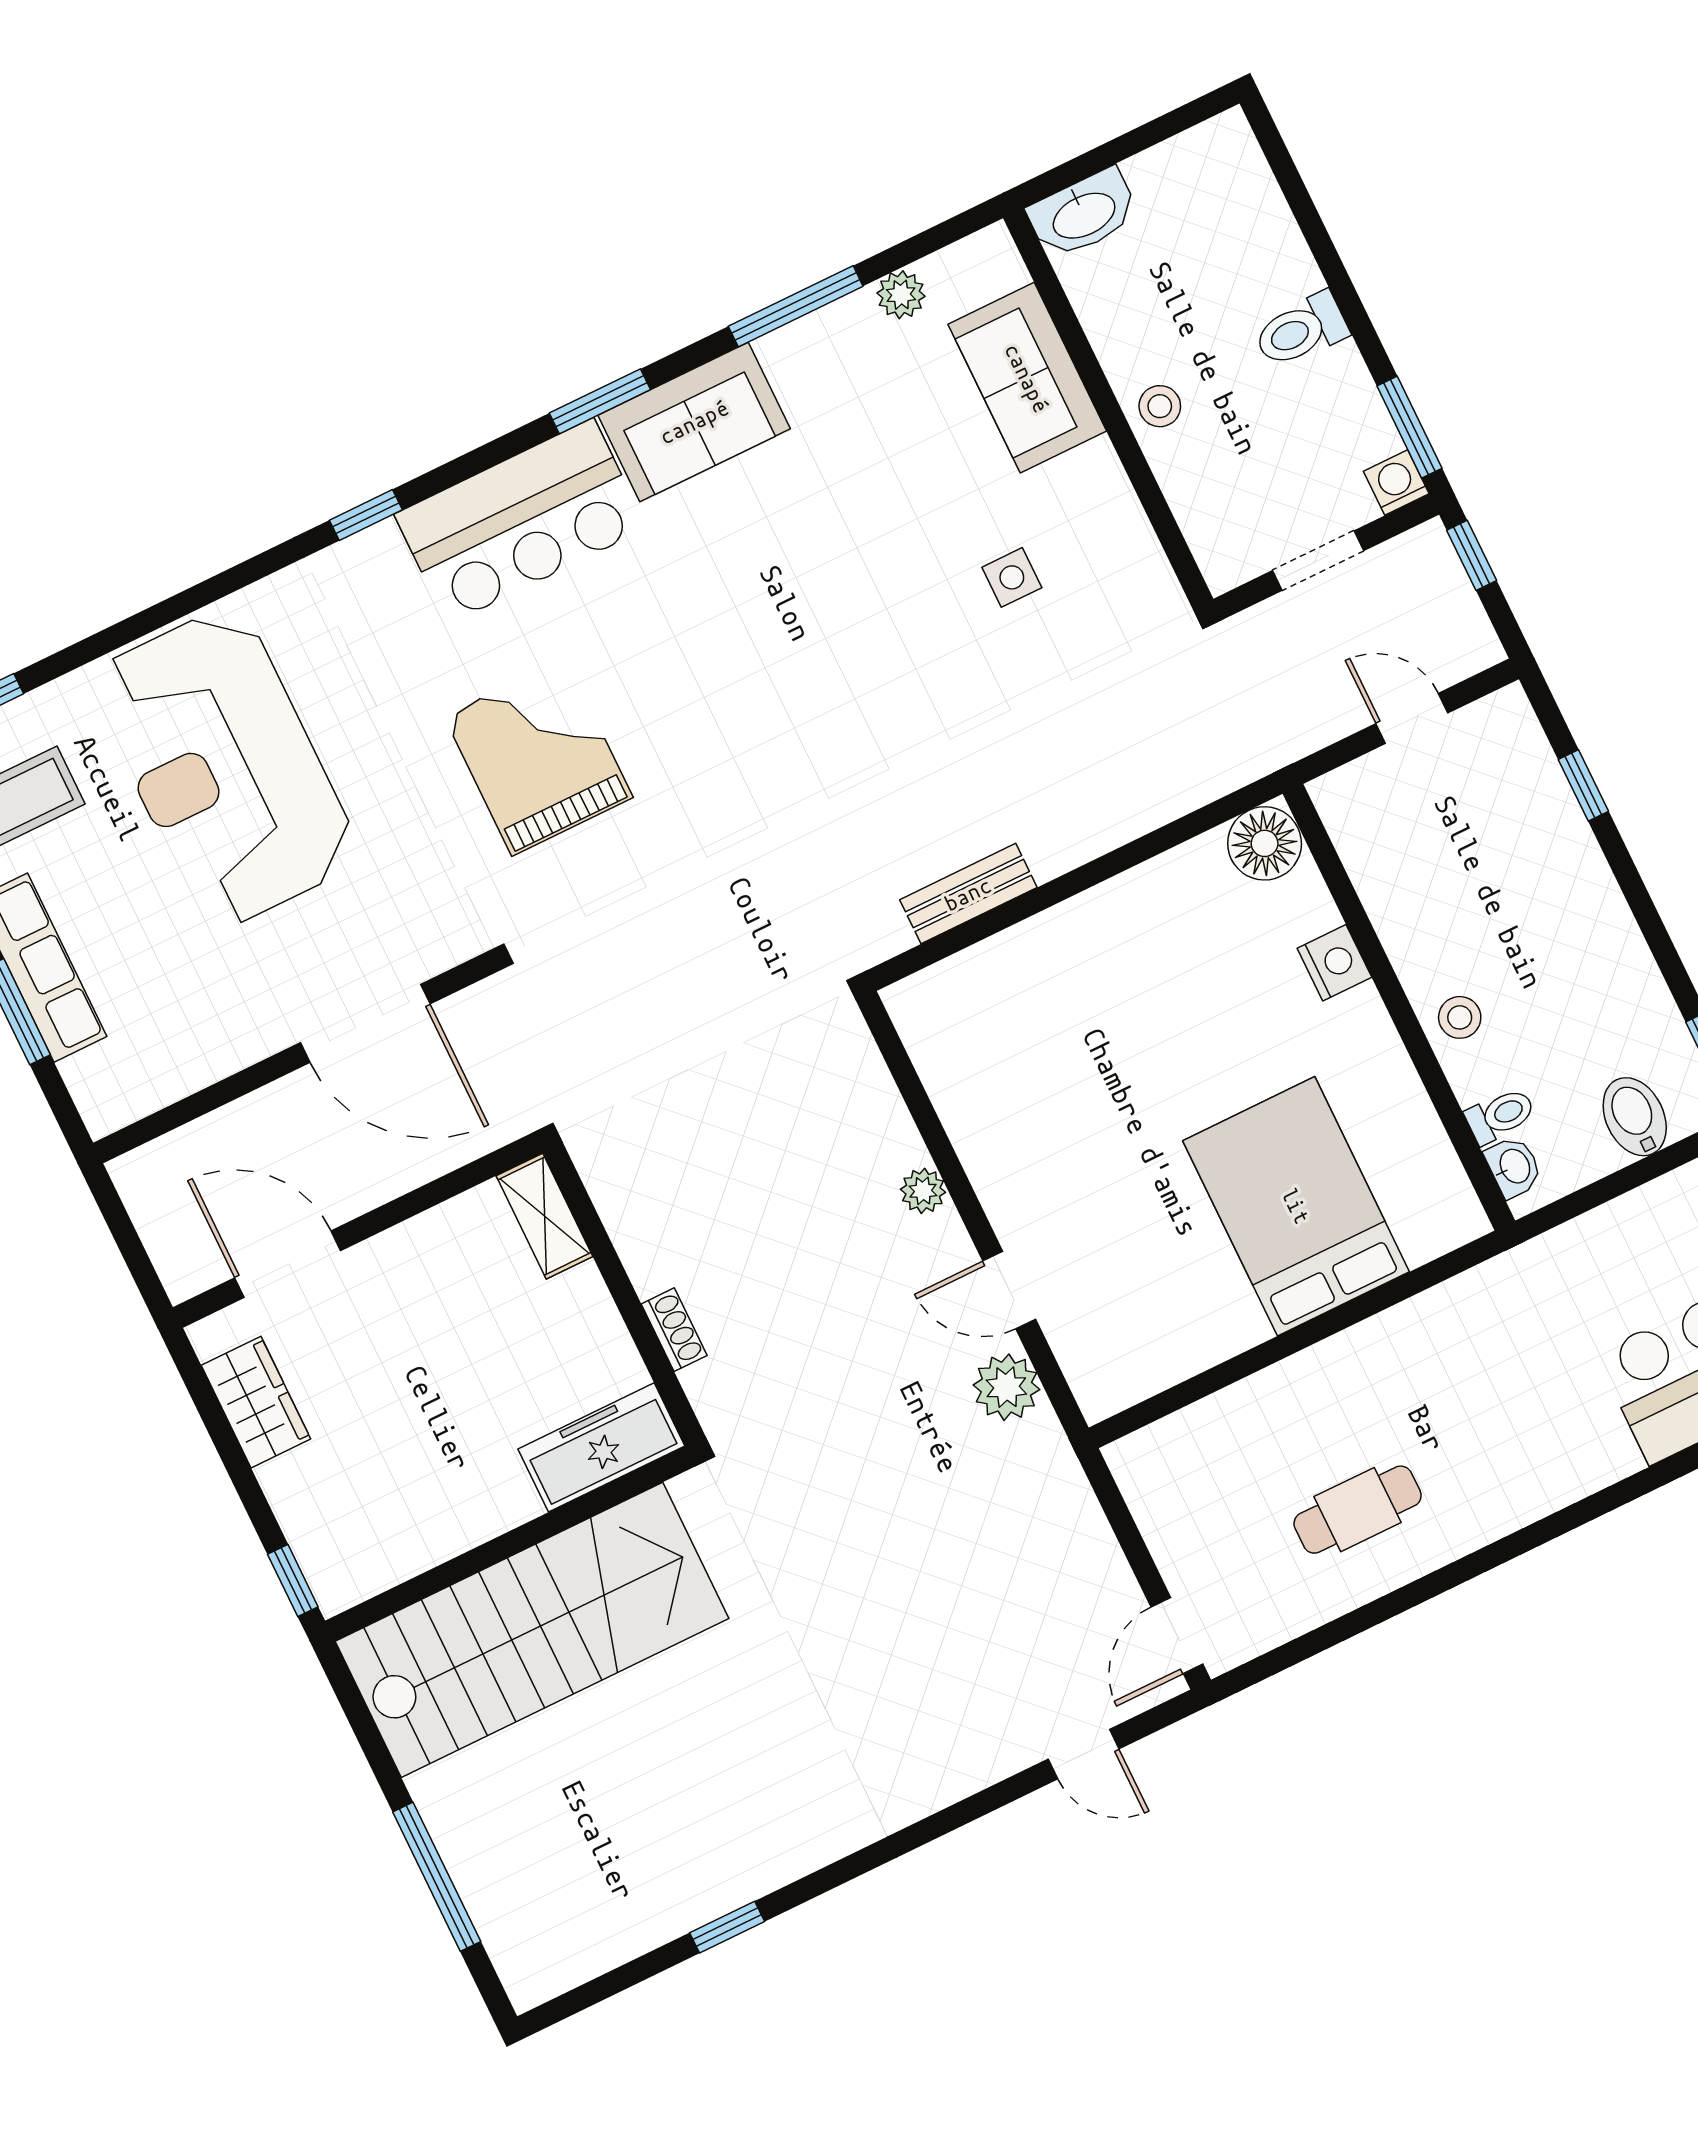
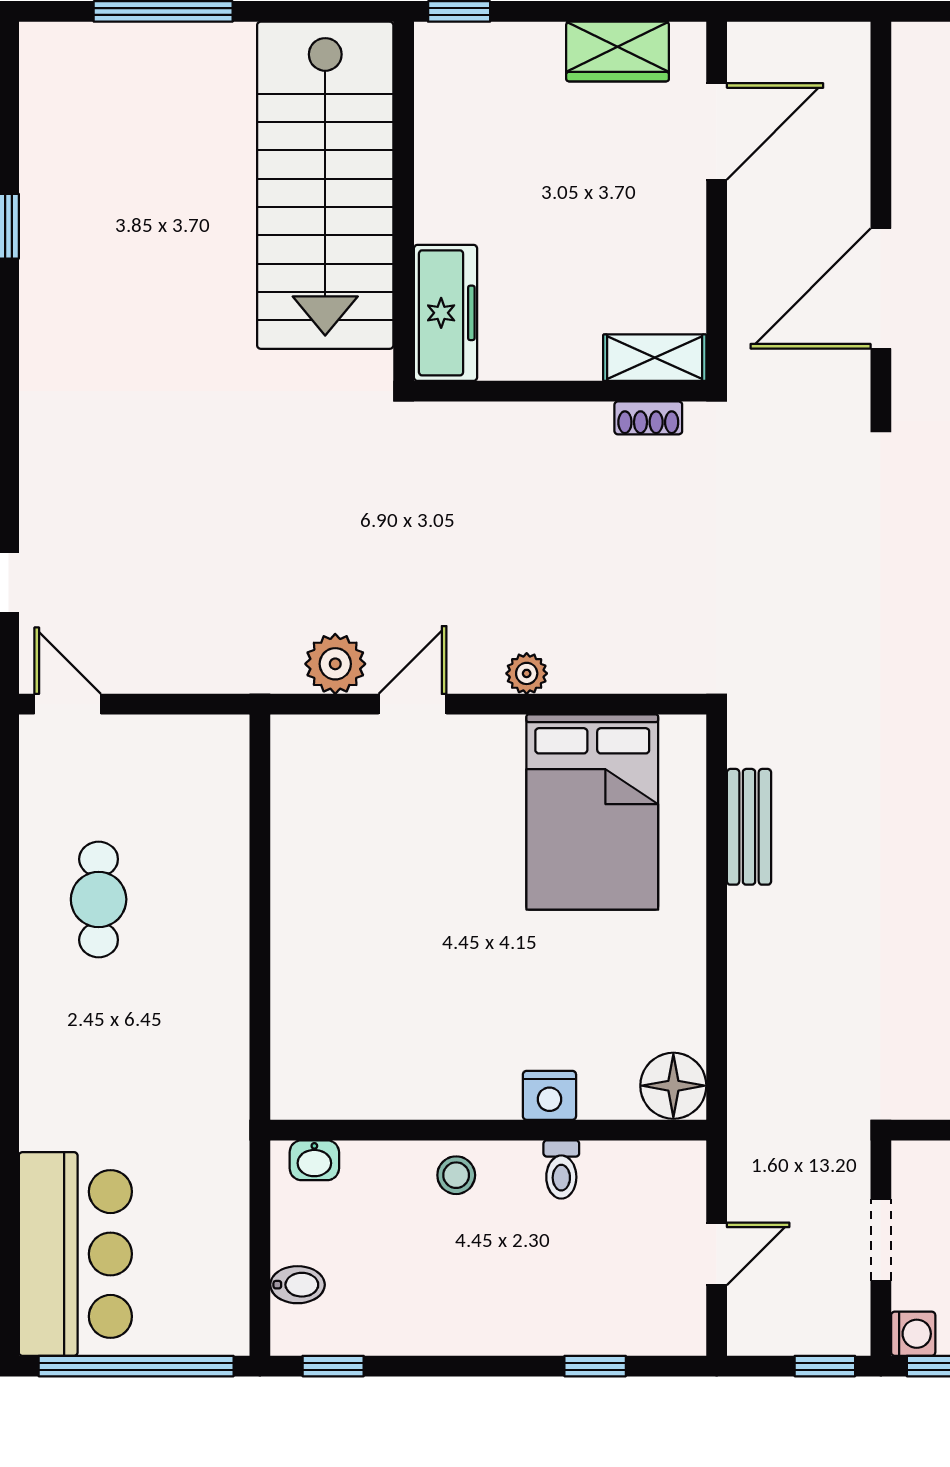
toilet: (1500, 1115) -> (561, 1169), moved
bidet: (1635, 1117) -> (297, 1285), width x0.72, depth x0.74
bed: (1296, 1206) -> (592, 812), moved, turned 90
shoe rack: (674, 1330) -> (648, 418), moved

